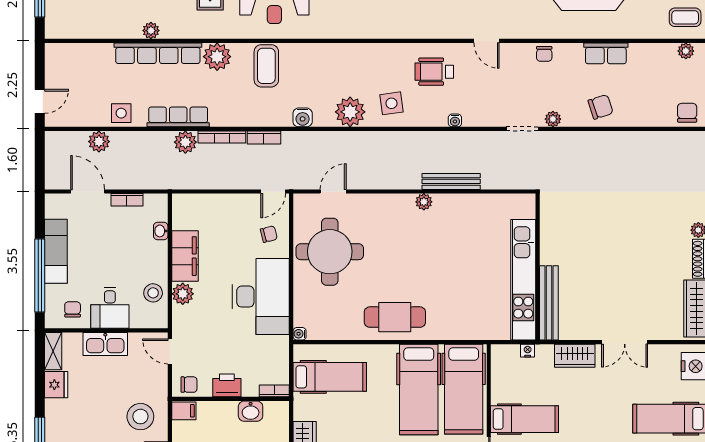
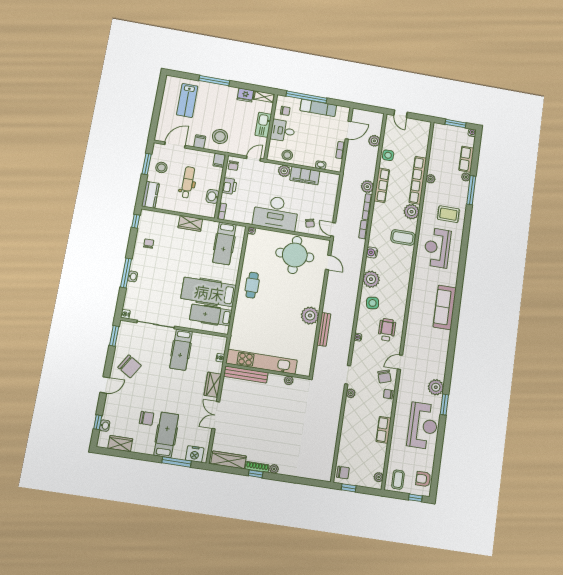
chair: (601, 107) -> (384, 376), moved
plant: (424, 202) -> (310, 316), width x1.88, depth x1.88
plant: (548, 228) -> (289, 380), added
cafe table: (395, 317) -> (252, 285), width x0.73, depth x0.74
hospital bed: (464, 389) -> (211, 315), width x0.73, depth x0.78

